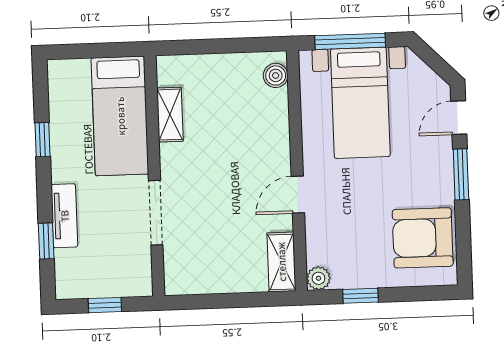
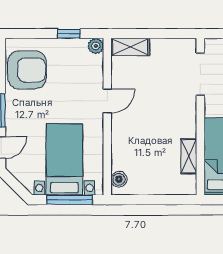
doorway: (156, 213) -> (200, 74), moved
shelving: (281, 262) -> (130, 47), moved, turned 90

